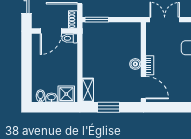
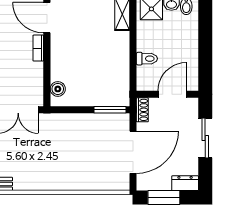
toilet: (70, 38) -> (147, 59), moved
boiler: (135, 64) -> (58, 89), moved

